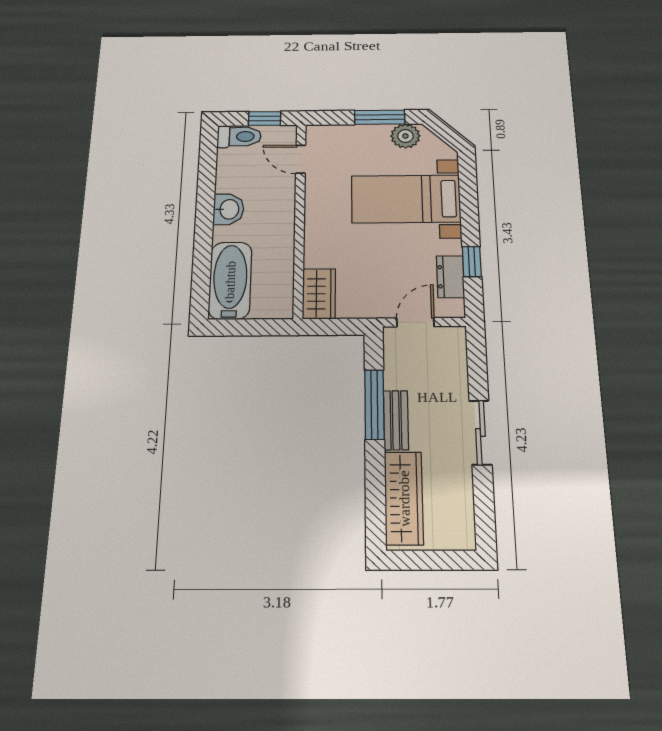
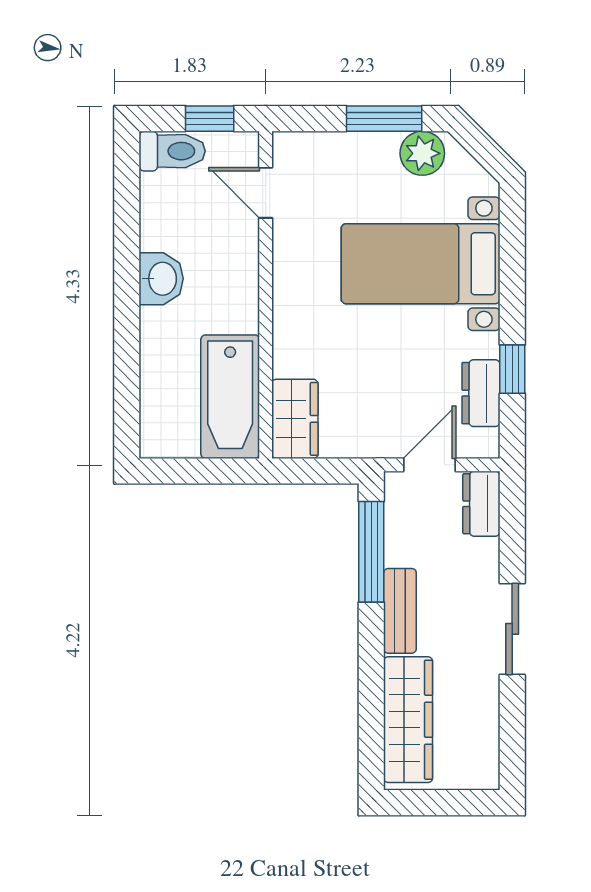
bathtub: (230, 280) -> (230, 397), moved, turned 180
dresser: (454, 347) -> (481, 504), added
window: (374, 404) -> (371, 552), moved

